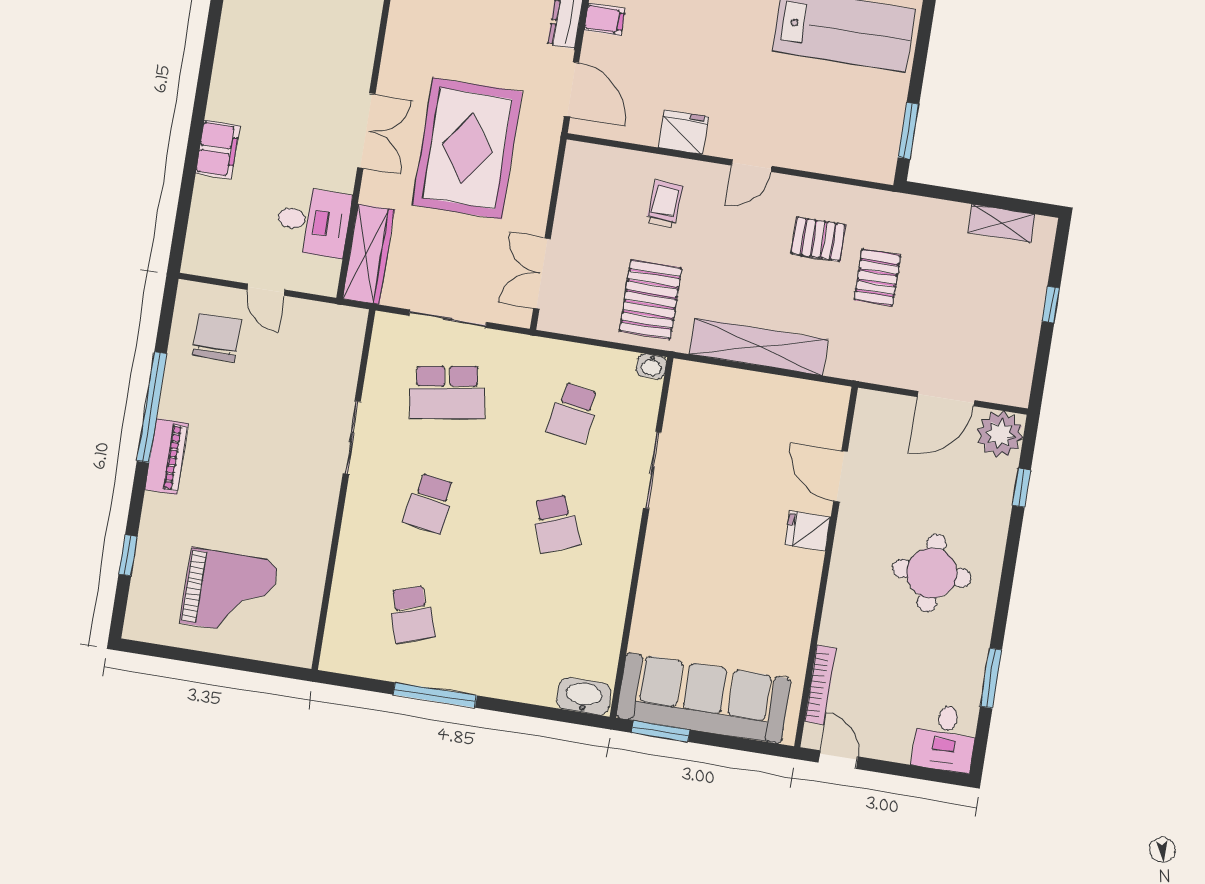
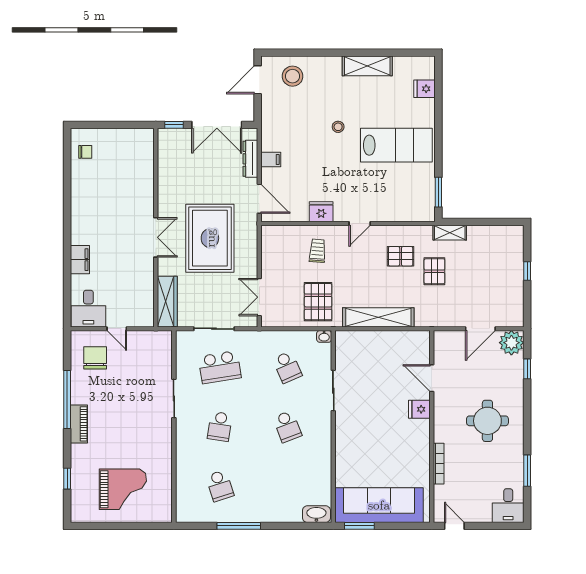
desk: (313, 222) -> (88, 309), moved, turned 90
shelving: (1002, 223) -> (450, 233), moved
school desk: (573, 413) -> (287, 367), turned -33
bookcase: (820, 685) -> (439, 464), moved

